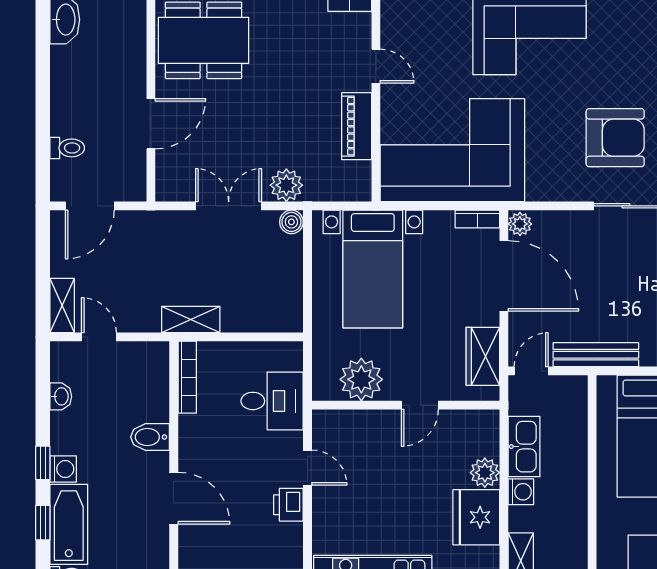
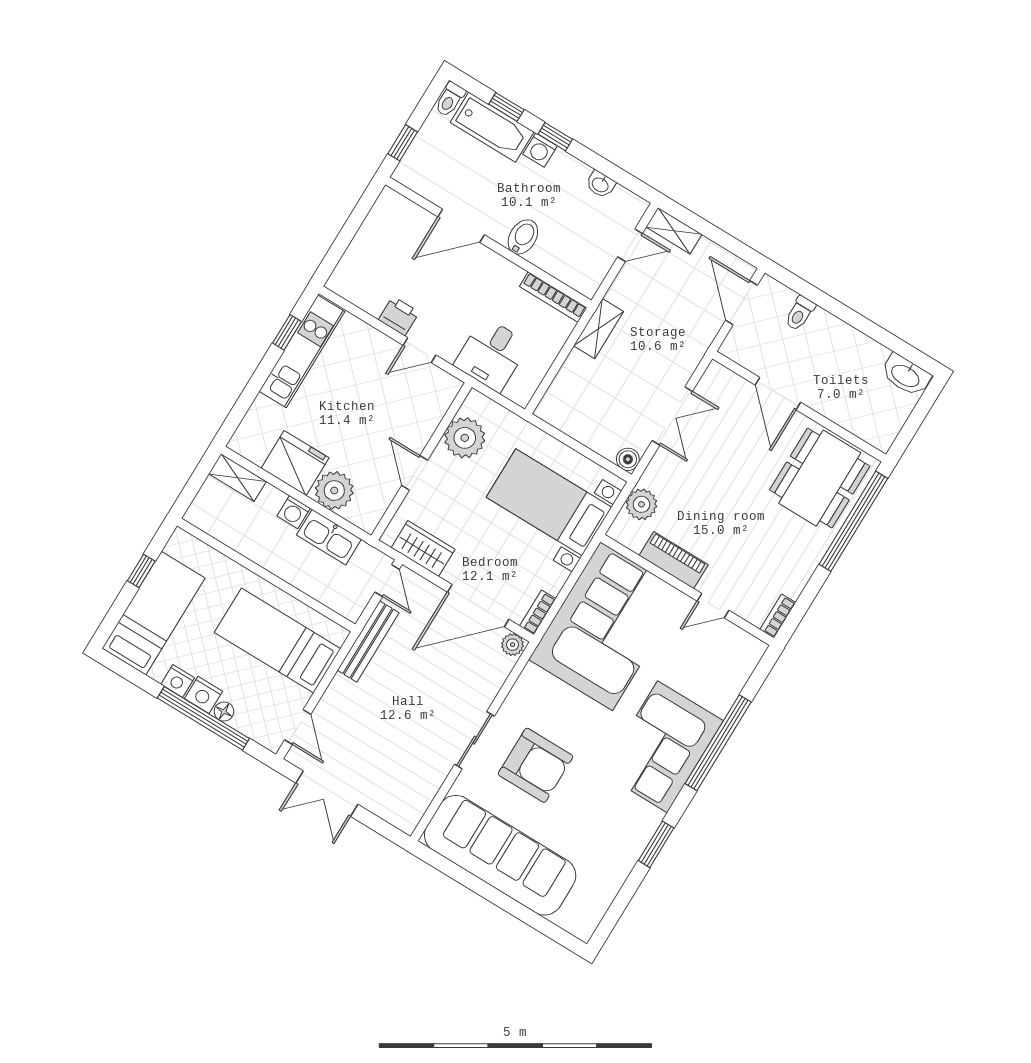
armchair: (615, 138) -> (535, 765), turned -90
plant: (286, 185) -> (641, 504), moved
plant: (485, 473) -> (334, 491), width x1.36, depth x1.36

